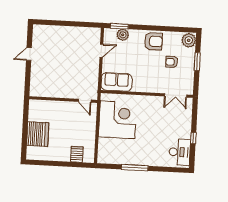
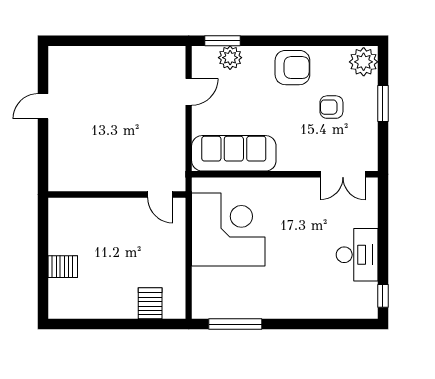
sofa: (117, 82) -> (234, 153), width x1.36
server rack: (38, 134) -> (63, 267), width x0.46, depth x0.70
window: (193, 138) -> (383, 296), moved
desk: (180, 152) -> (357, 255), moved
window: (135, 168) -> (235, 324), moved

